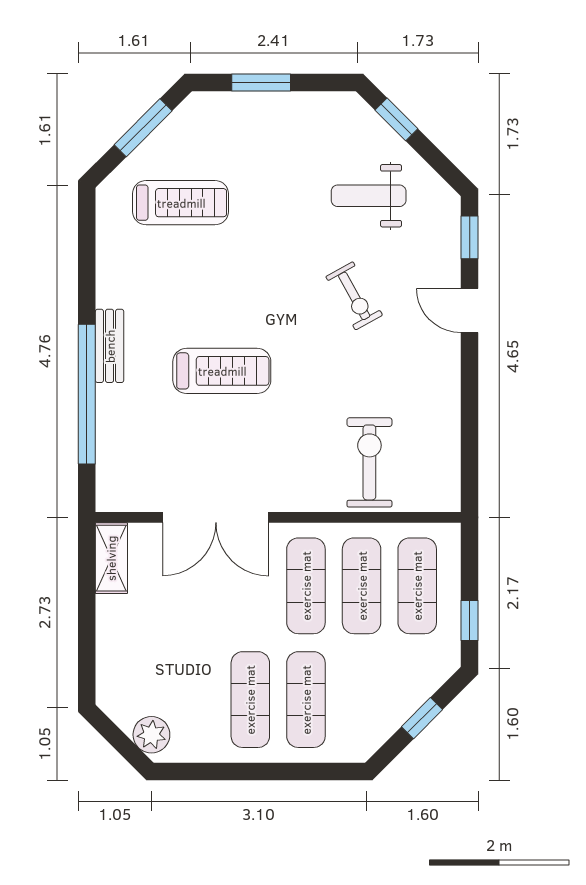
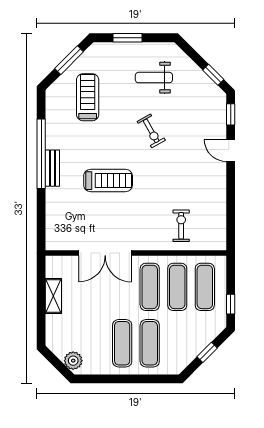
window: (396, 119) -> (213, 75), moved
weight bench: (369, 196) -> (154, 78), moved
treadmill: (181, 203) -> (88, 97), turned -90
exercise bike: (354, 296) -> (151, 131), moved
window: (87, 394) -> (41, 154), moved
exercise bike: (369, 462) -> (181, 226), width x0.73, depth x0.72
shelving: (111, 558) -> (53, 296), moved

